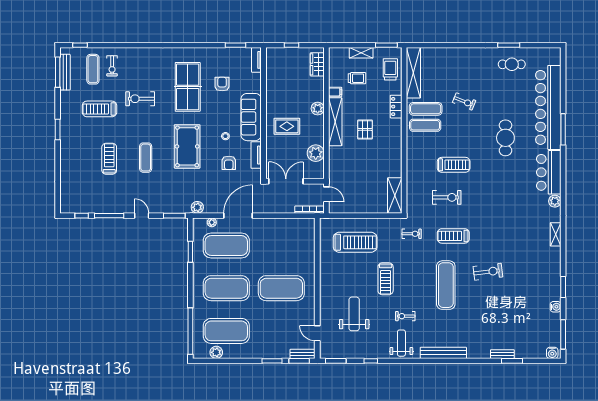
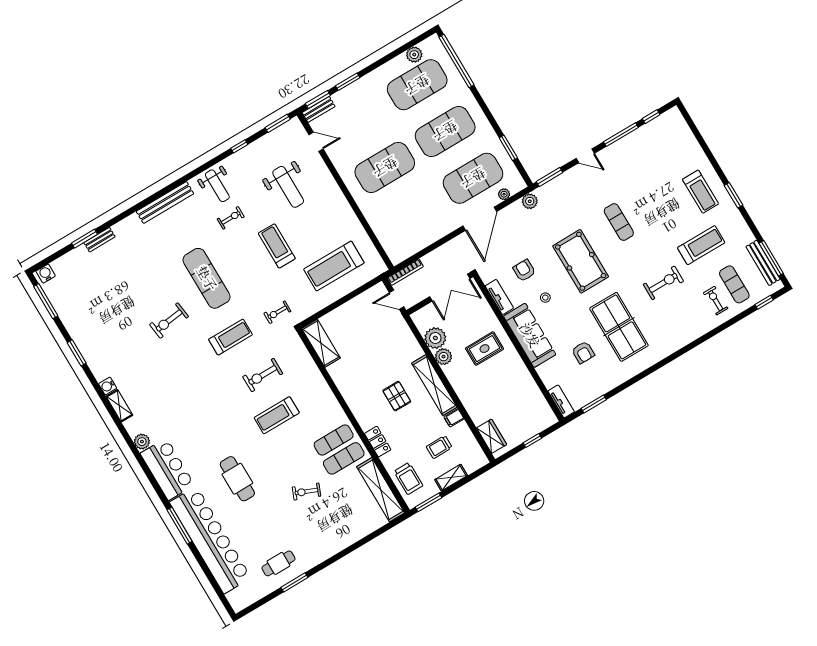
plant: (318, 109) -> (444, 357), moved
treadmill: (109, 159) -> (700, 192), moved
water cooler: (556, 307) -> (108, 386), moved

